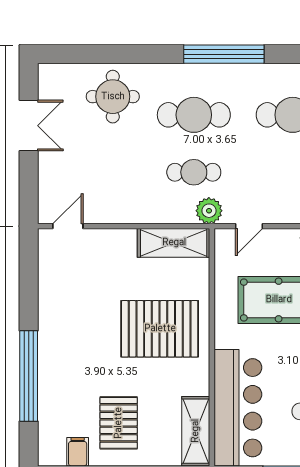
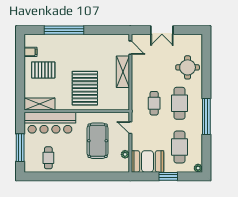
double door: (29, 126) -> (162, 30), moved
plant: (209, 211) -> (137, 110), removed
shelving: (174, 243) -> (123, 72), moved

